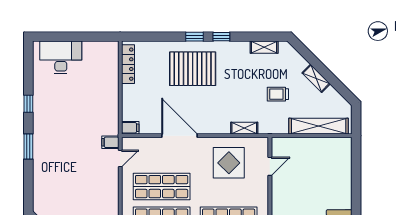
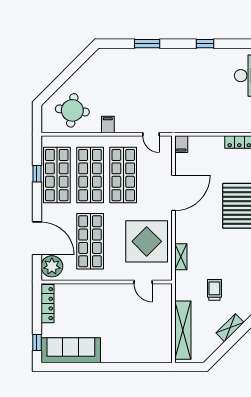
filing cabinet: (110, 142) -> (108, 125), moved
window: (28, 146) -> (147, 44), moved
display table: (229, 163) -> (147, 241), width x1.36, depth x1.36

